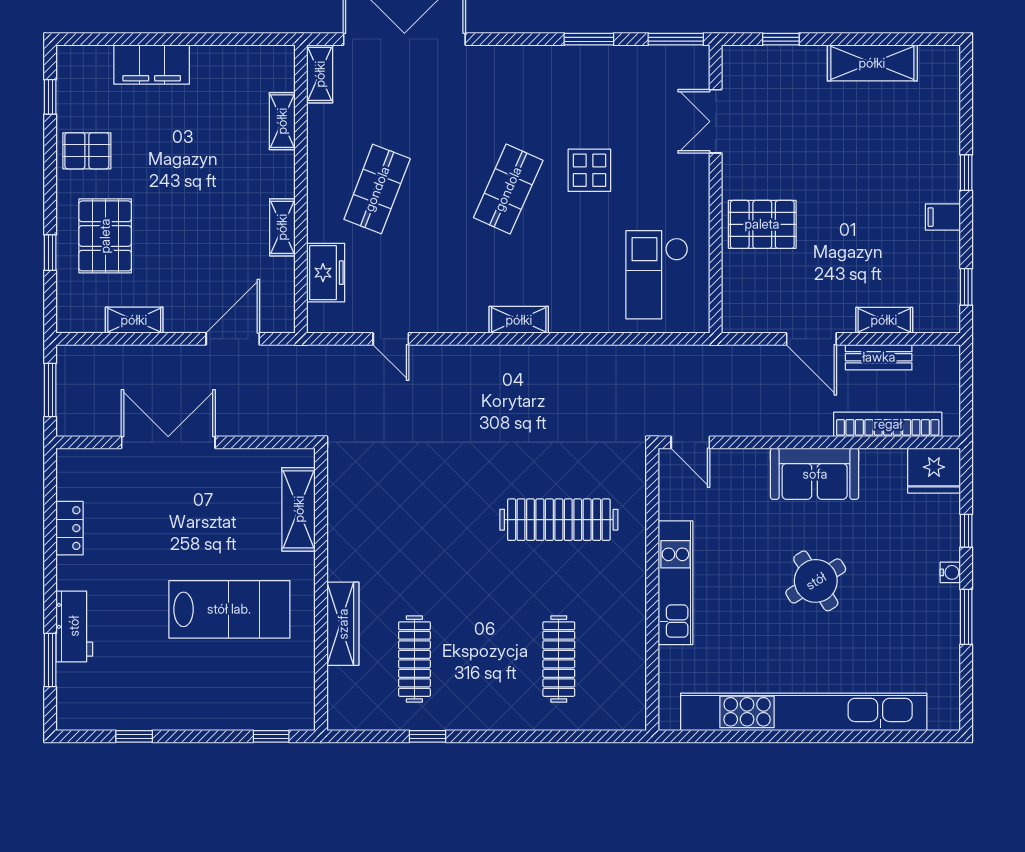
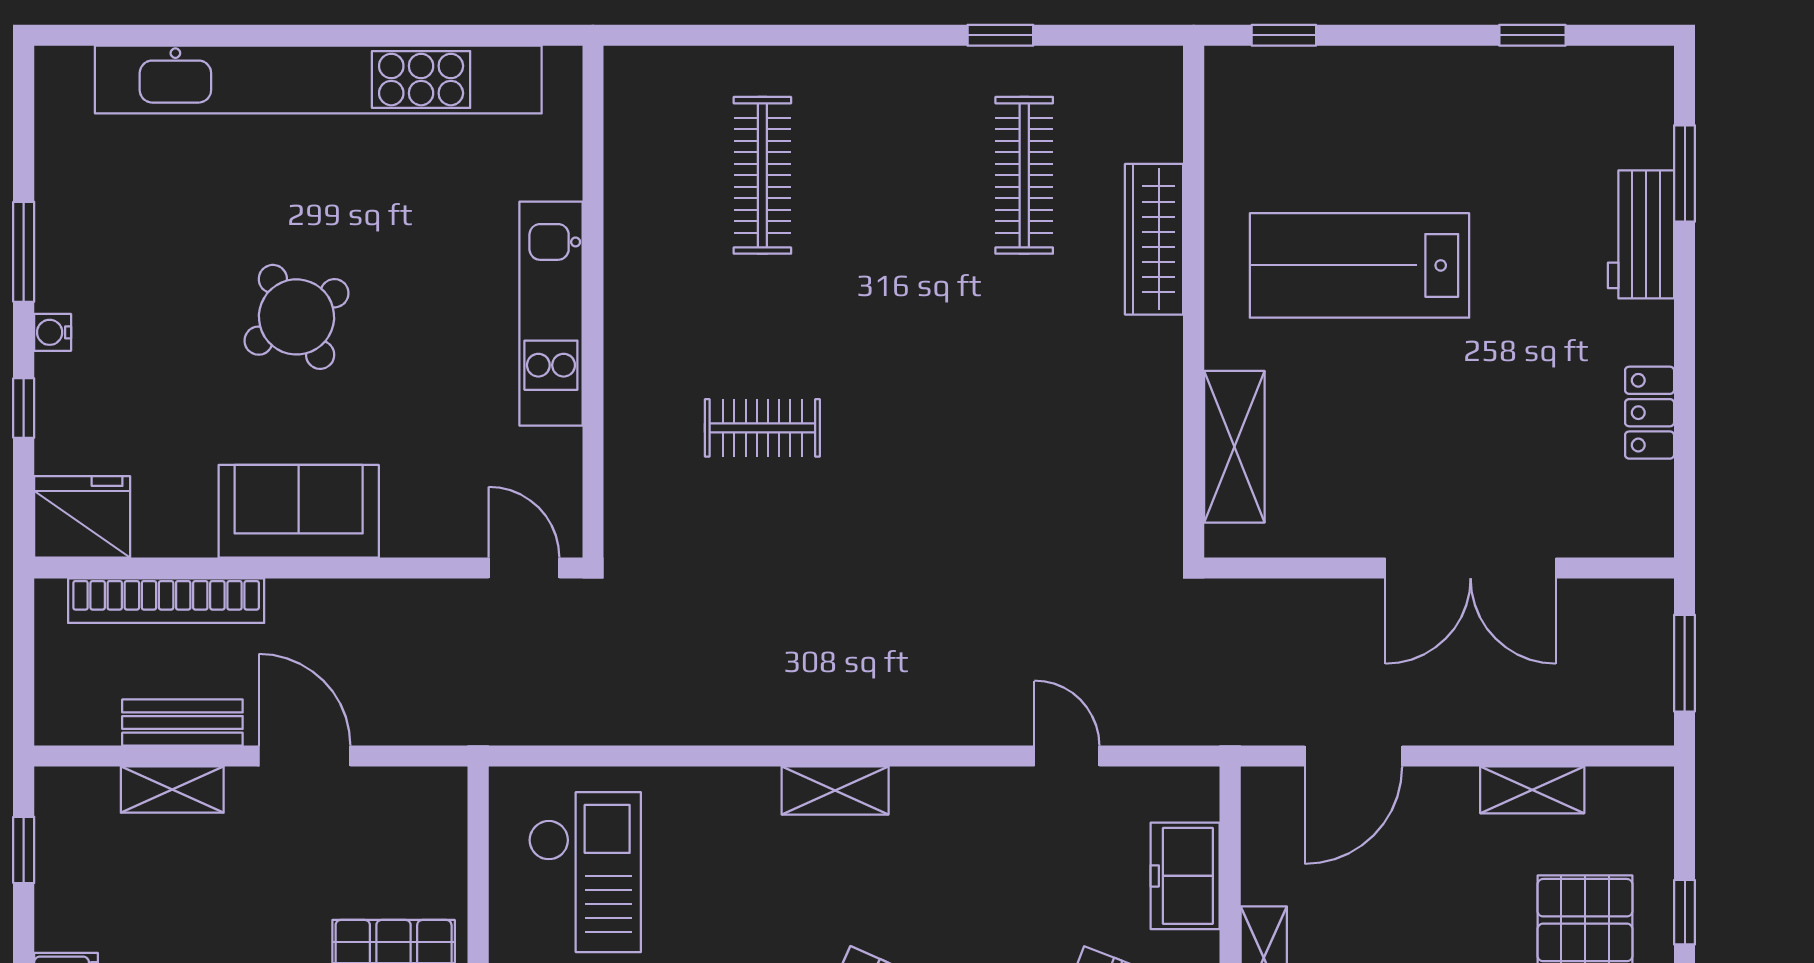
clothes rail: (559, 520) -> (762, 428), width x0.54, depth x0.76

